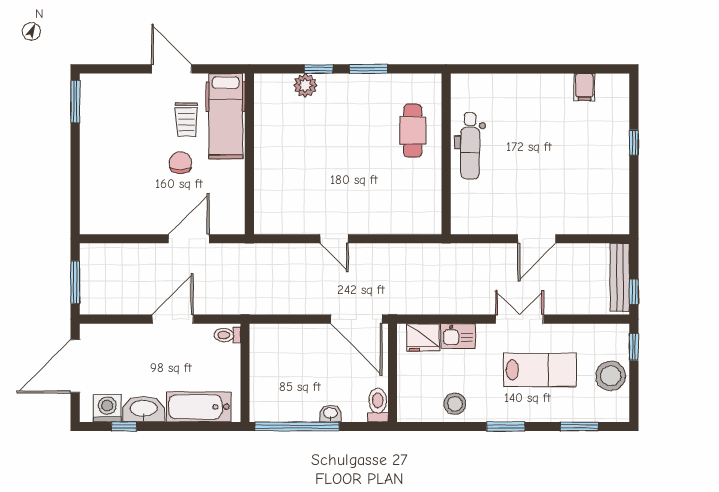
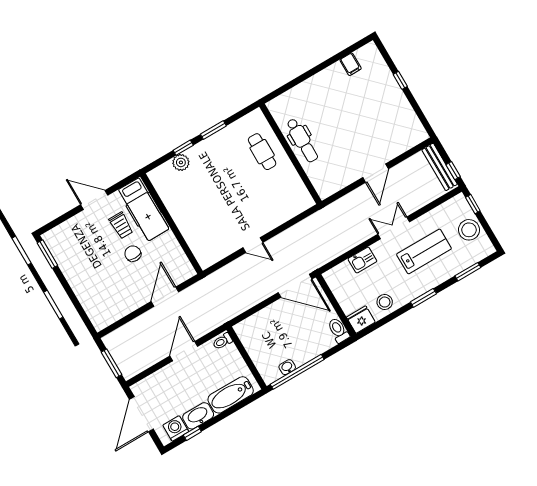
fridge: (423, 337) -> (361, 320), moved, turned 180
washbasin: (330, 413) -> (287, 367), moved

